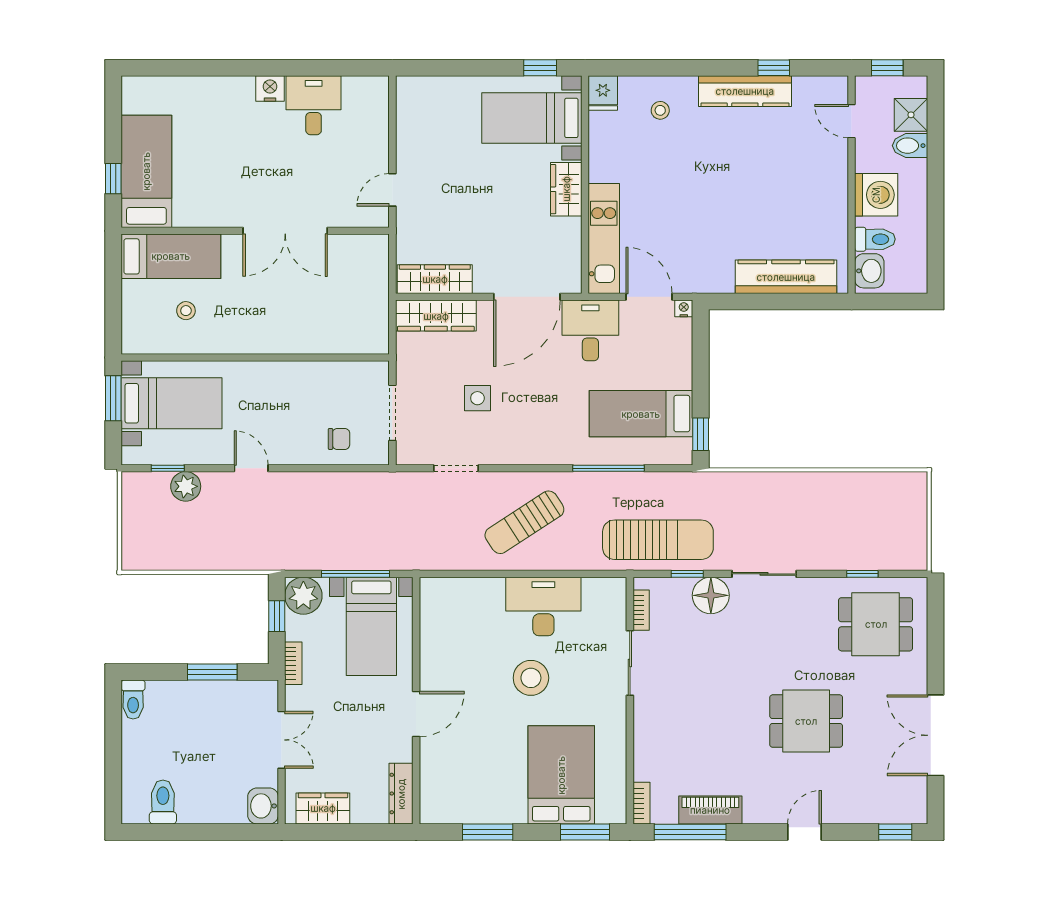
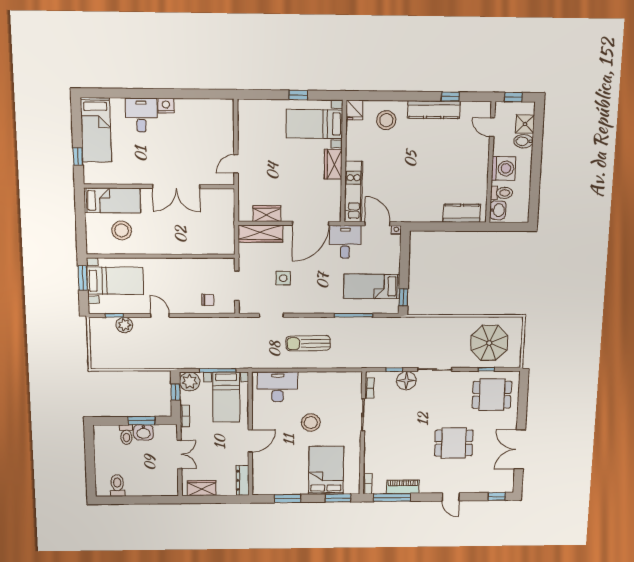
window: (540, 68) -> (298, 95), moved
desk: (314, 105) -> (141, 115), moved
stool: (660, 110) -> (386, 120), width x1.89, depth x1.89
bed: (146, 171) -> (96, 130), moved, turned 180
kitchen counter: (786, 277) -> (462, 213), width x0.67
wardrobe: (435, 279) -> (267, 214), width x0.67
stool: (186, 311) -> (122, 230), width x1.89, depth x1.89
sun lounger: (524, 522) -> (308, 343), turned 32
parasol: (866, 522) -> (489, 343), added
sun lounger: (658, 540) -> (379, 352), removed
desk: (543, 607) -> (278, 387), moved
toilet: (133, 700) -> (126, 435), moved
washbasin: (263, 806) -> (143, 432), moved, turned -90
door: (805, 832) -> (451, 497), swing flipped

